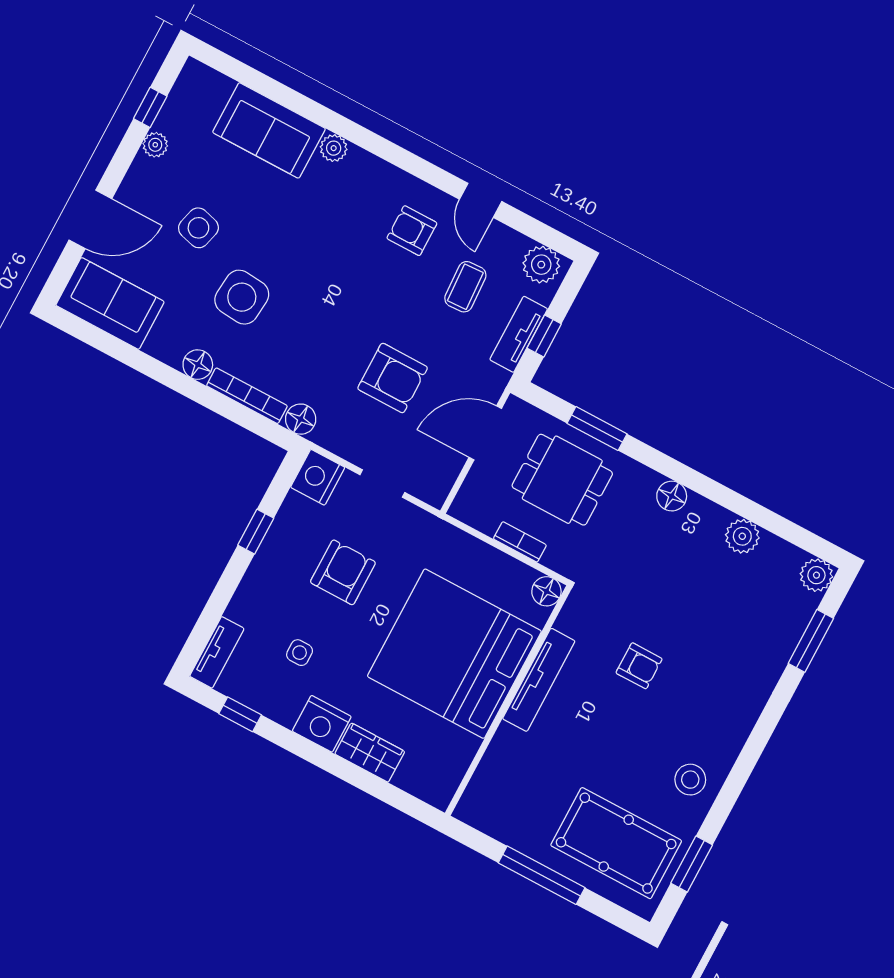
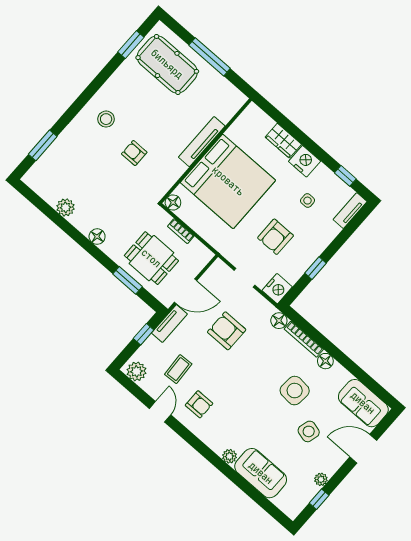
tv unit: (519, 334) -> (169, 323), moved
plant: (816, 575) -> (32, 178), removed
tv unit: (539, 680) -> (202, 142), moved
stool: (690, 780) -> (106, 119), moved

